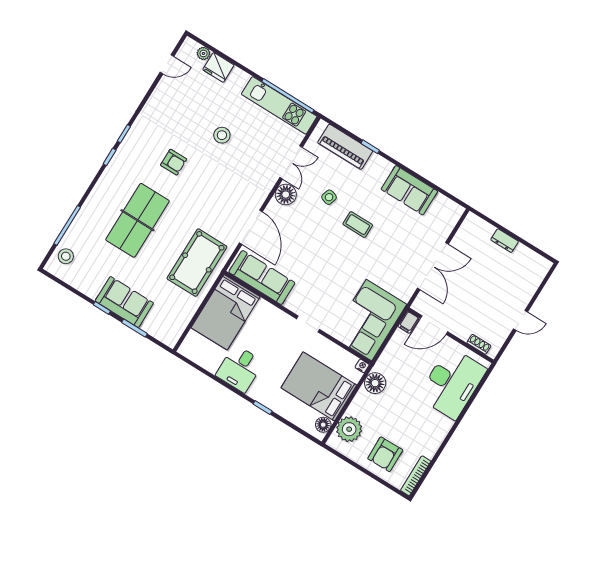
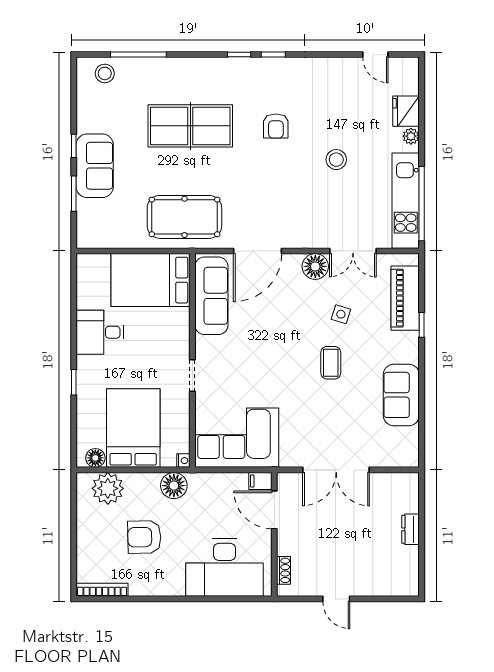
plant: (203, 53) -> (411, 136), moved
armchair: (385, 454) -> (144, 537), moved

